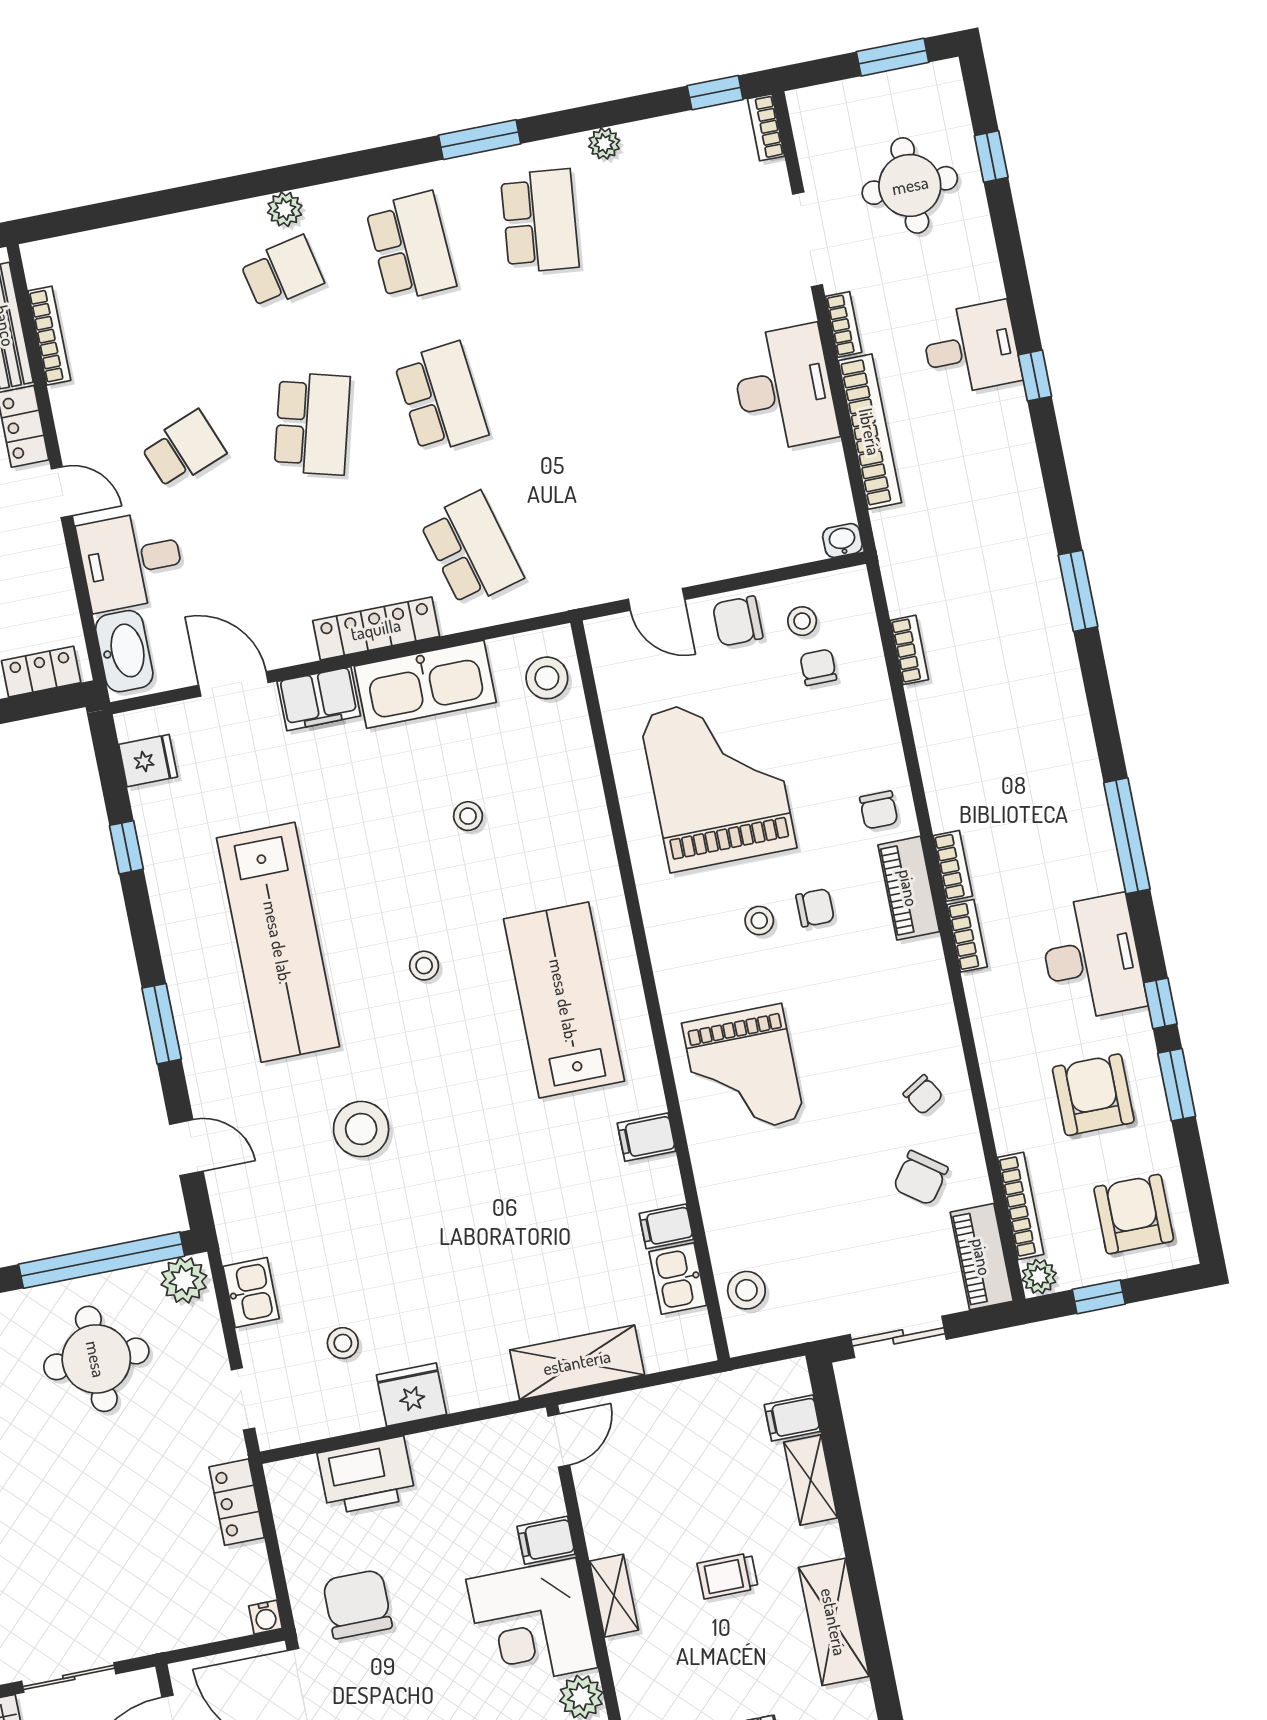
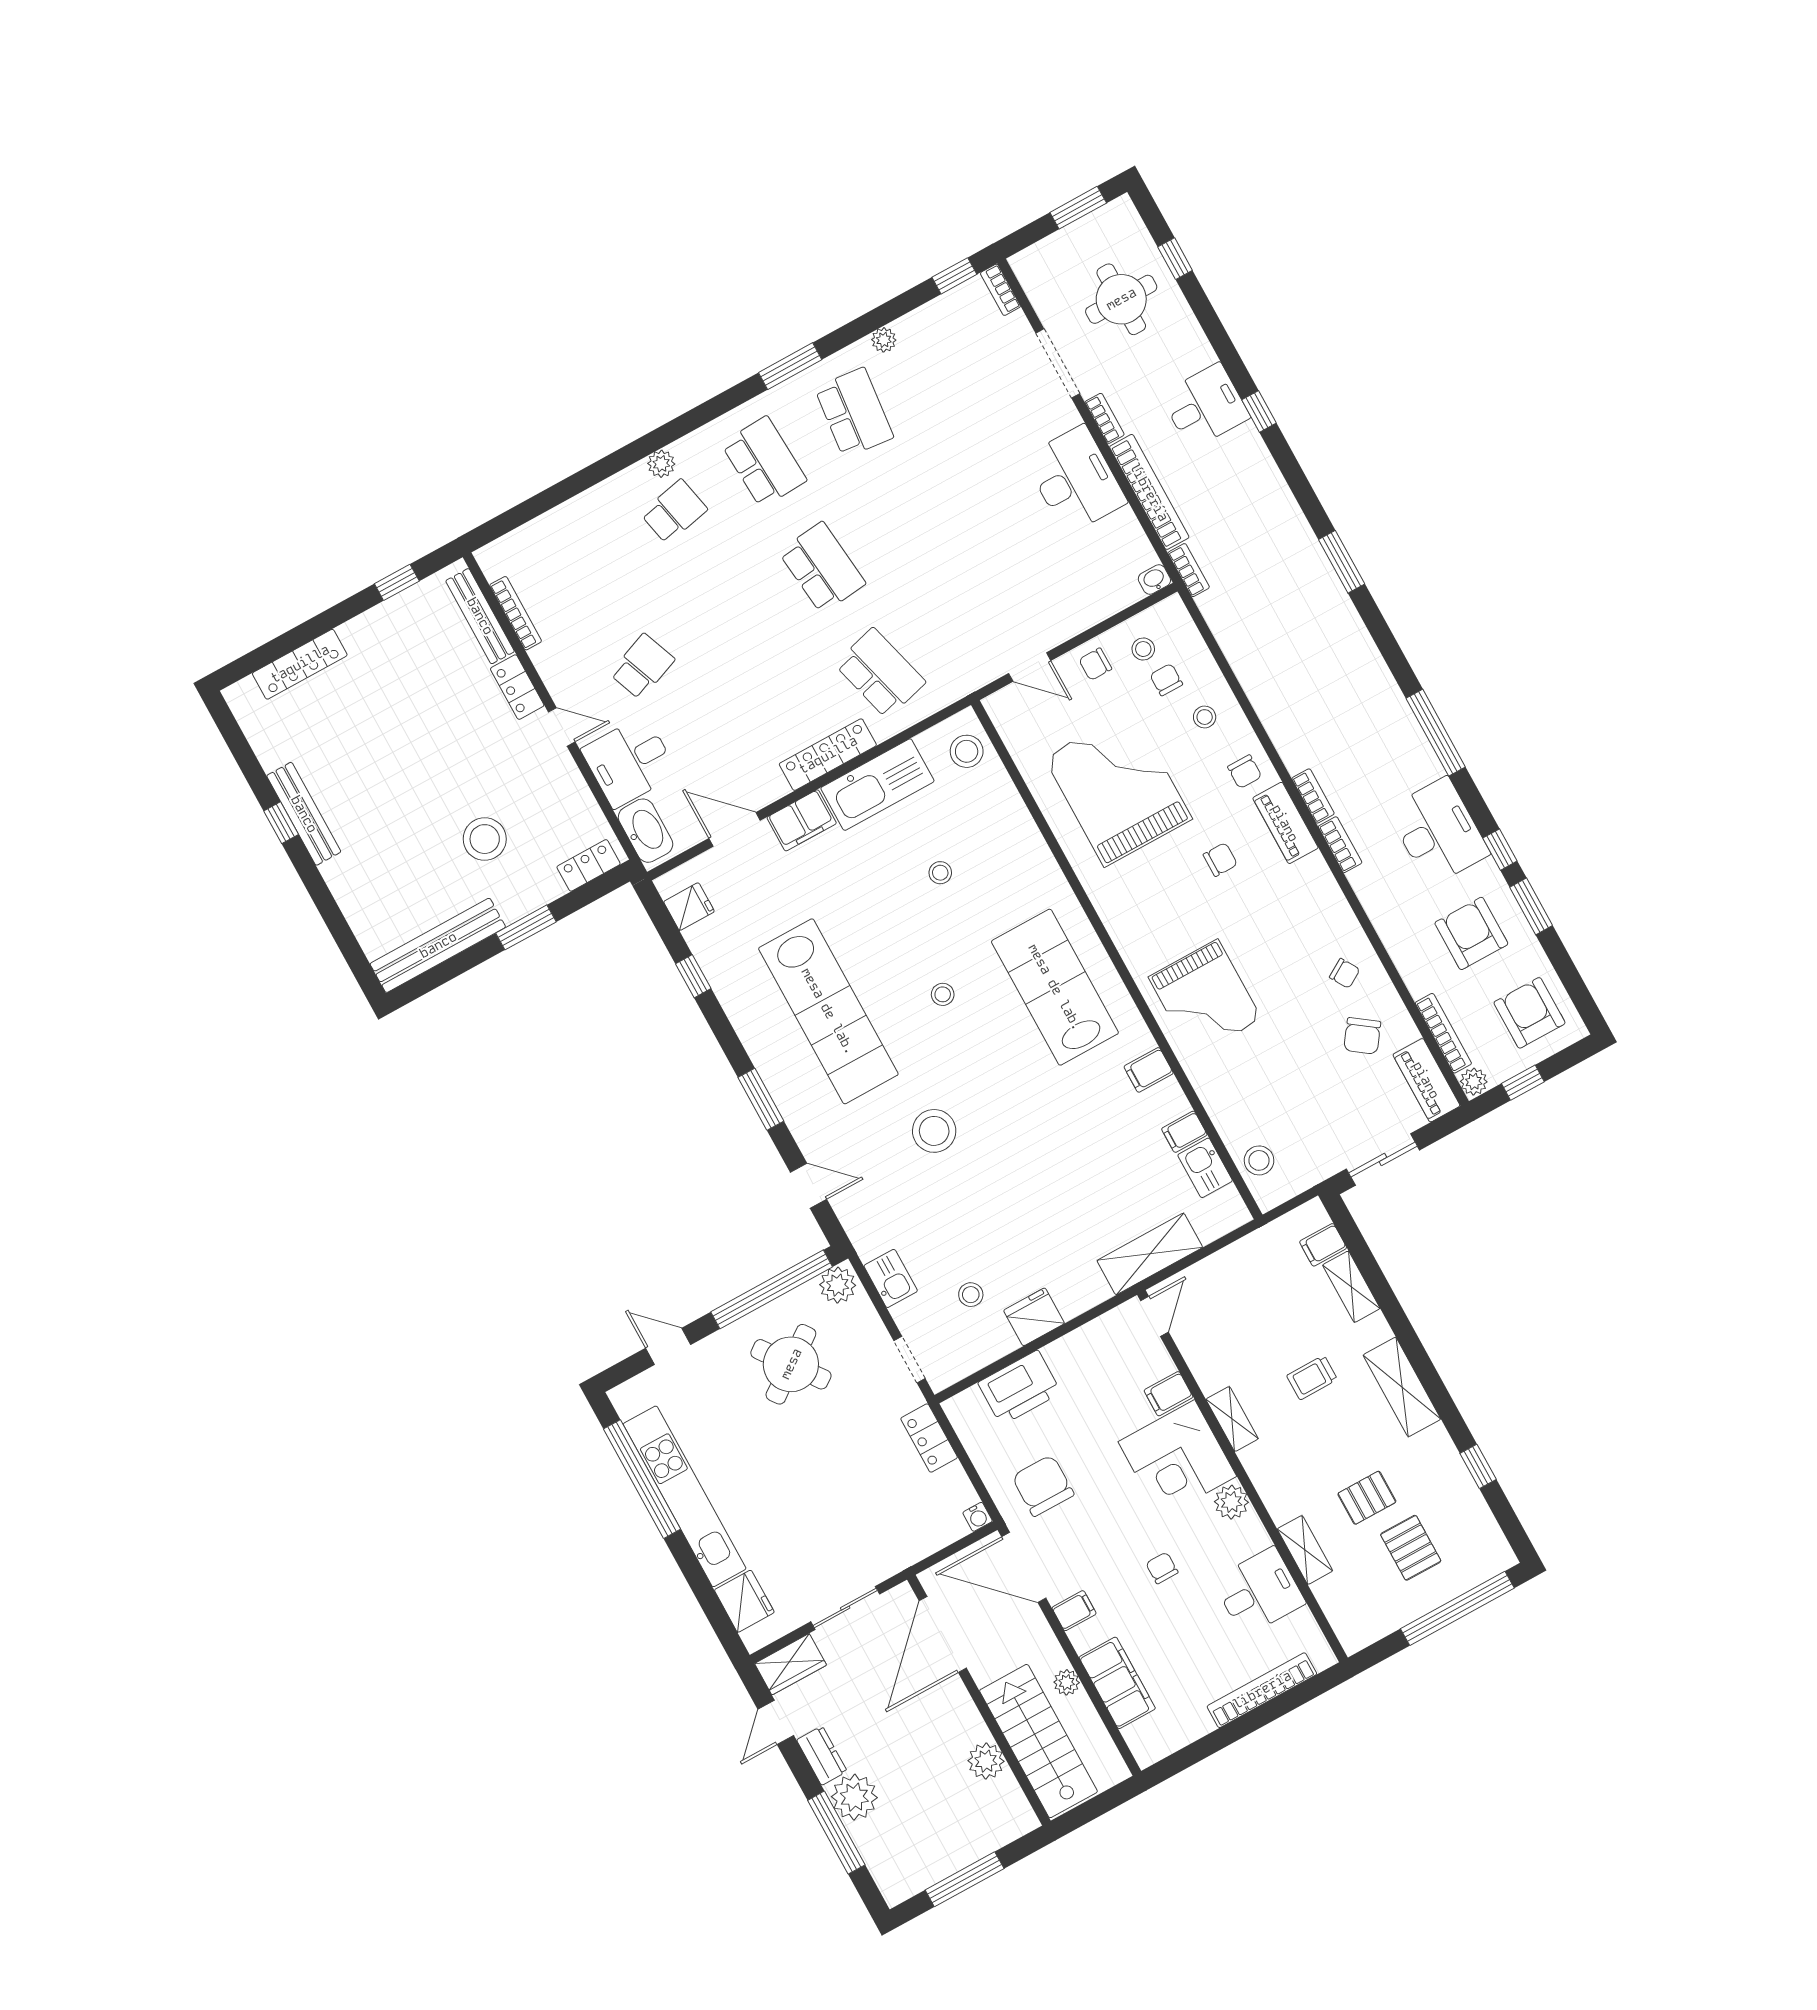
school desk: (312, 424) -> (732, 617), removed
chair: (738, 621) -> (1095, 664), width x0.73, depth x0.73
bookcase: (909, 650) -> (1189, 570), moved
stool: (759, 921) -> (1205, 717), moved
round table: (96, 1359) -> (791, 1364), turned -36

